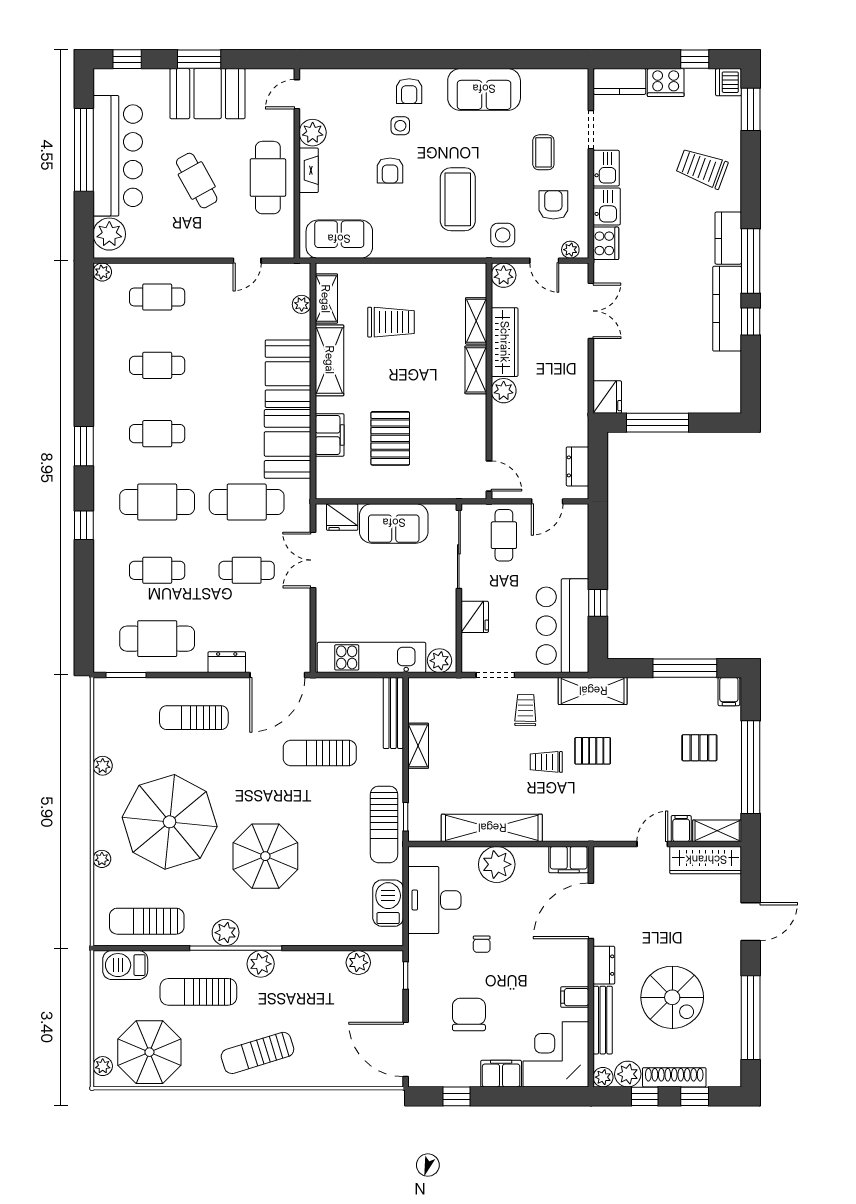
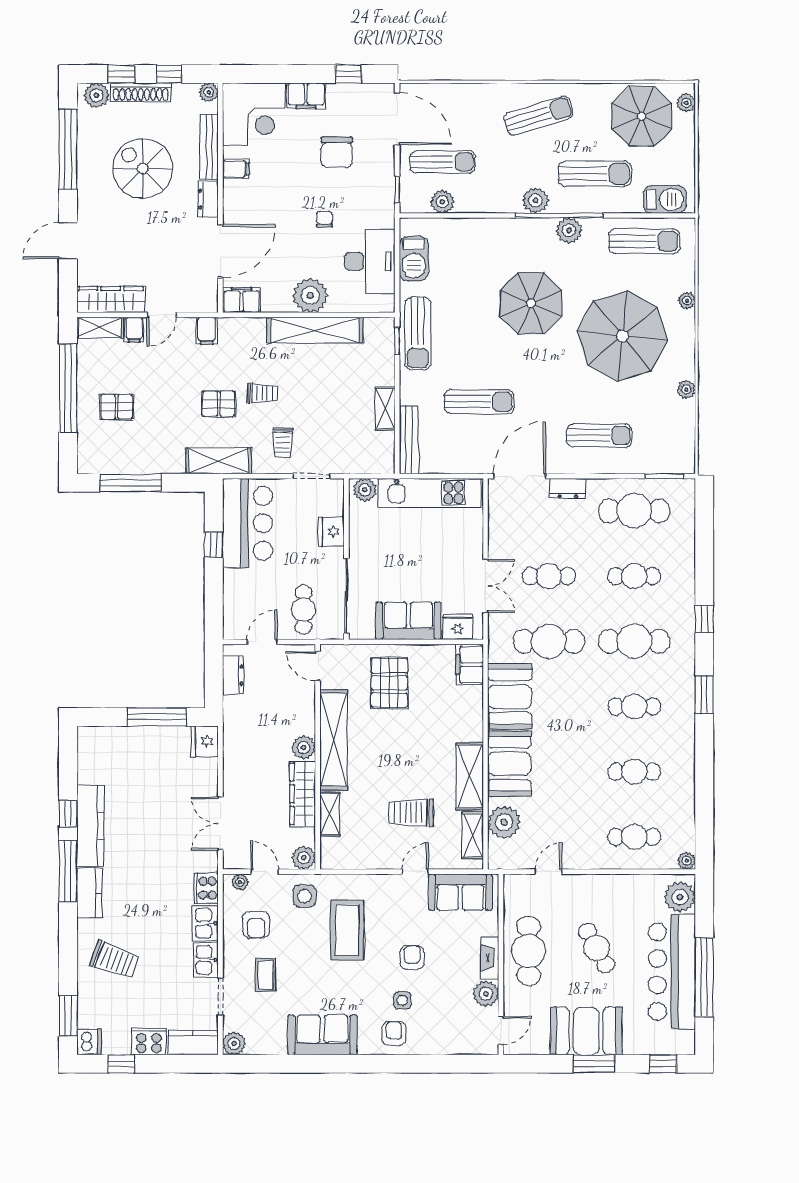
plant: (576, 81) -> (234, 1043), added
door: (387, 261) -> (415, 872), added
plant: (302, 304) -> (504, 822), width x1.88, depth x1.88
shelving: (476, 370) -> (334, 740), width x2.20, depth x1.33
filing cabinet: (330, 435) -> (470, 664), moved
pallet: (390, 438) -> (389, 683), moved
filing cabinet: (729, 692) -> (207, 331), moved, turned 180
sun lounger: (384, 824) -> (418, 334), turned 180
sun lounger: (358, 1004) -> (443, 162), added
plant: (628, 1074) -> (96, 95), moved

